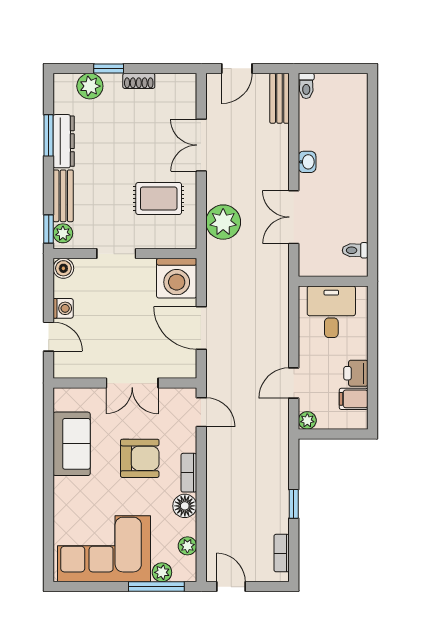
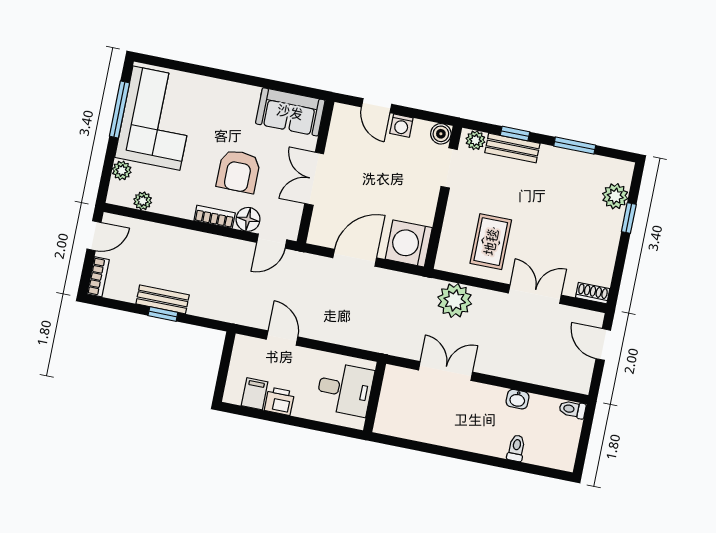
shoe rack: (139, 81) -> (593, 293), moved, turned 90
bench: (280, 98) -> (163, 299), moved
dresser: (64, 141) -> (566, 159), removed
washbasin: (307, 162) -> (517, 399), moved
window: (49, 229) -> (515, 134), moved
toilet: (355, 250) -> (516, 448), moved
doorway: (116, 254) -> (449, 168), moved
door: (49, 337) -> (377, 106), hinge flipped
plant: (307, 420) -> (243, 344), removed
sofa: (72, 444) -> (290, 112), moved
floor lamp: (185, 506) -> (248, 219), moved
bookcase: (282, 553) -> (98, 277), moved, turned 90
window: (156, 587) -> (119, 110), moved

